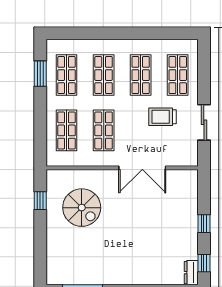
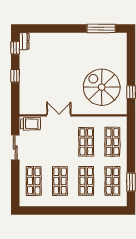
trolley: (162, 117) -> (30, 124), moved
double door: (142, 168) -> (59, 115), width x0.73
spiral stairs: (82, 208) -> (102, 87), width x1.37, depth x1.37

